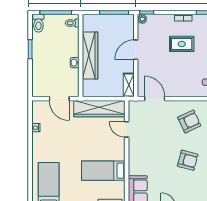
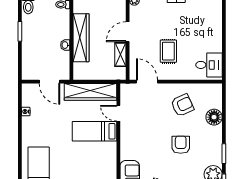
rug: (182, 44) -> (168, 51), moved, turned 90
shelving: (129, 85) -> (120, 55), moved
armchair: (188, 160) -> (181, 145), turned -105
bed: (103, 171) -> (94, 131), moved

